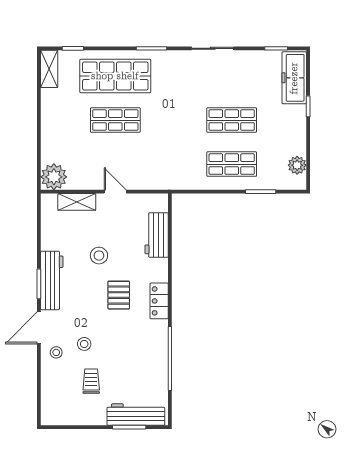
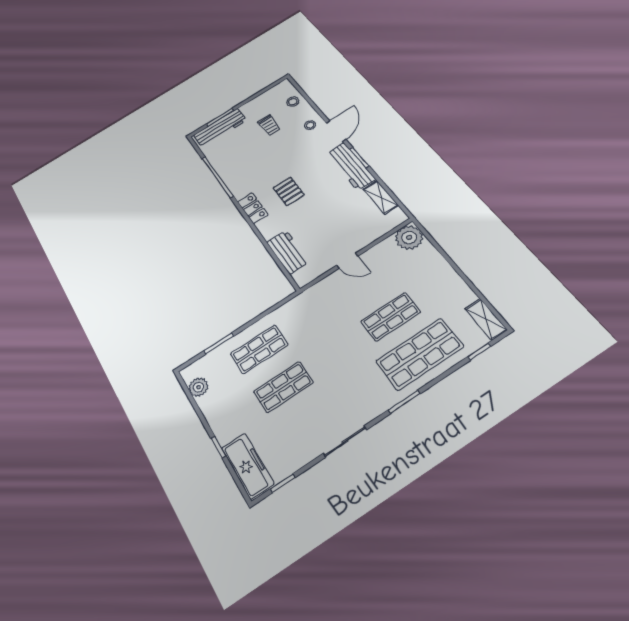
shelving: (77, 202) -> (381, 197), moved, turned 90
stool: (99, 256) -> (325, 207), removed
stool: (84, 344) -> (293, 102), moved

